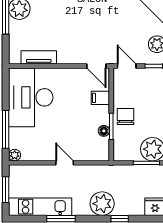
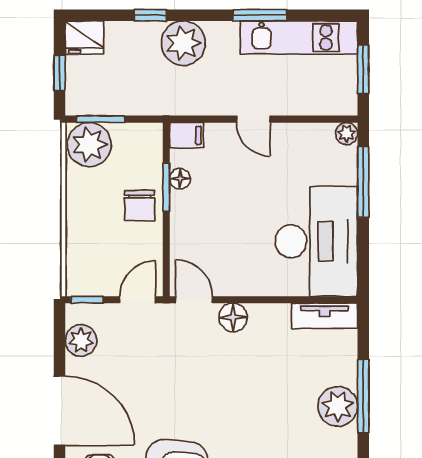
tv unit: (39, 57) -> (325, 316), moved
floor lamp: (75, 57) -> (233, 317), added
door: (127, 66) -> (138, 300), swing flipped
filing cabinet: (100, 98) -> (187, 135), moved

